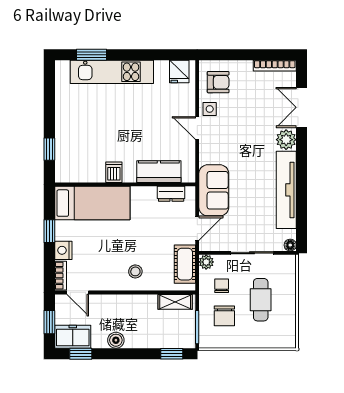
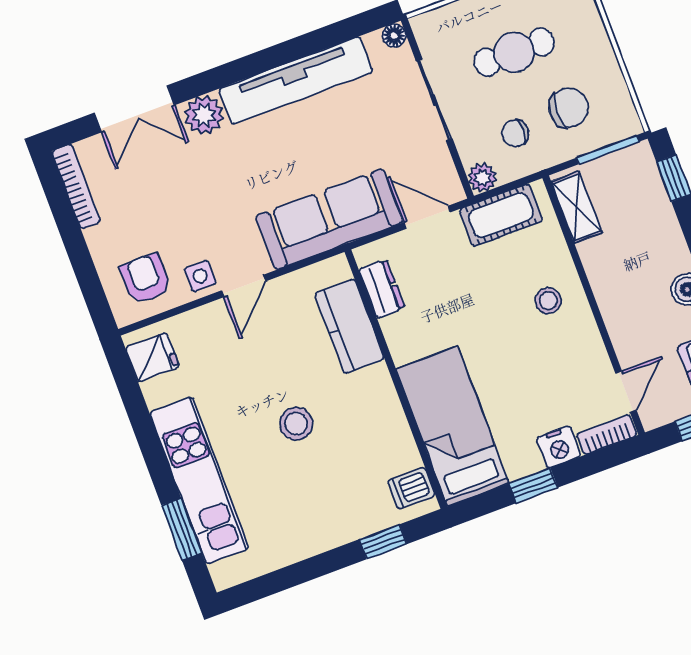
stool: (122, 129) -> (296, 424), added
dishwasher: (114, 172) -> (411, 488), moved
sofa: (214, 190) -> (329, 219), width x1.36

